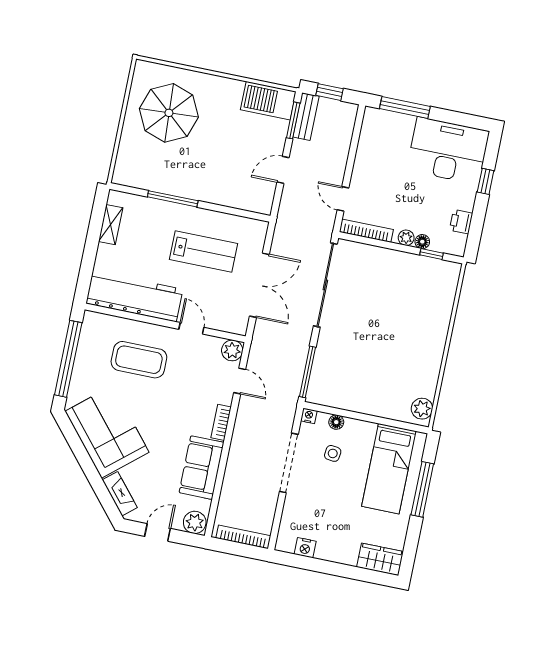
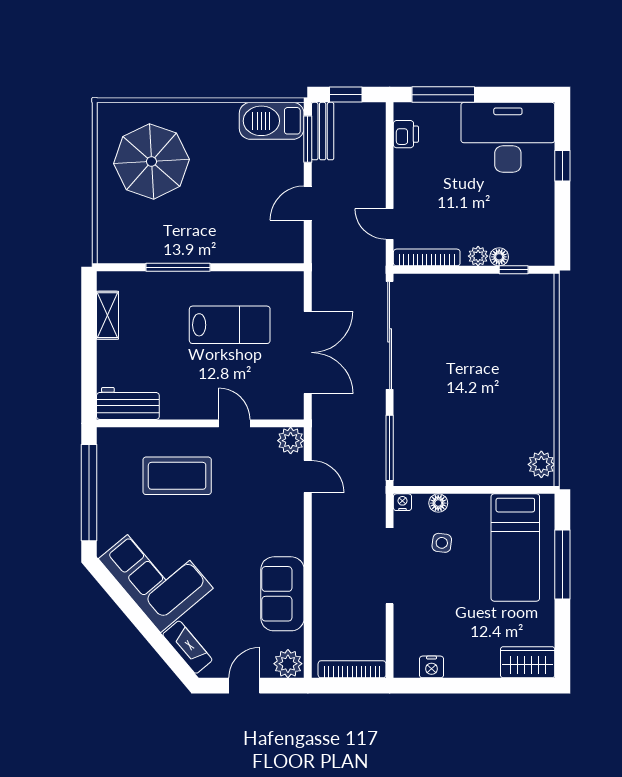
printer: (461, 222) -> (406, 134), moved, turned 180
workbench: (134, 296) -> (128, 403), width x0.53, depth x0.76
bookcase: (221, 422) -> (295, 533), removed

